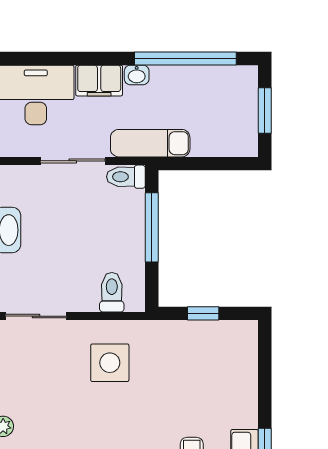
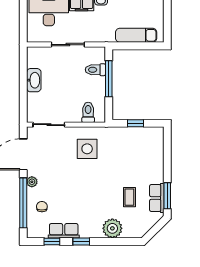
window: (265, 110) -> (167, 18), removed
exam couch: (150, 143) -> (136, 35), moved
toilet: (126, 177) -> (95, 70), moved

